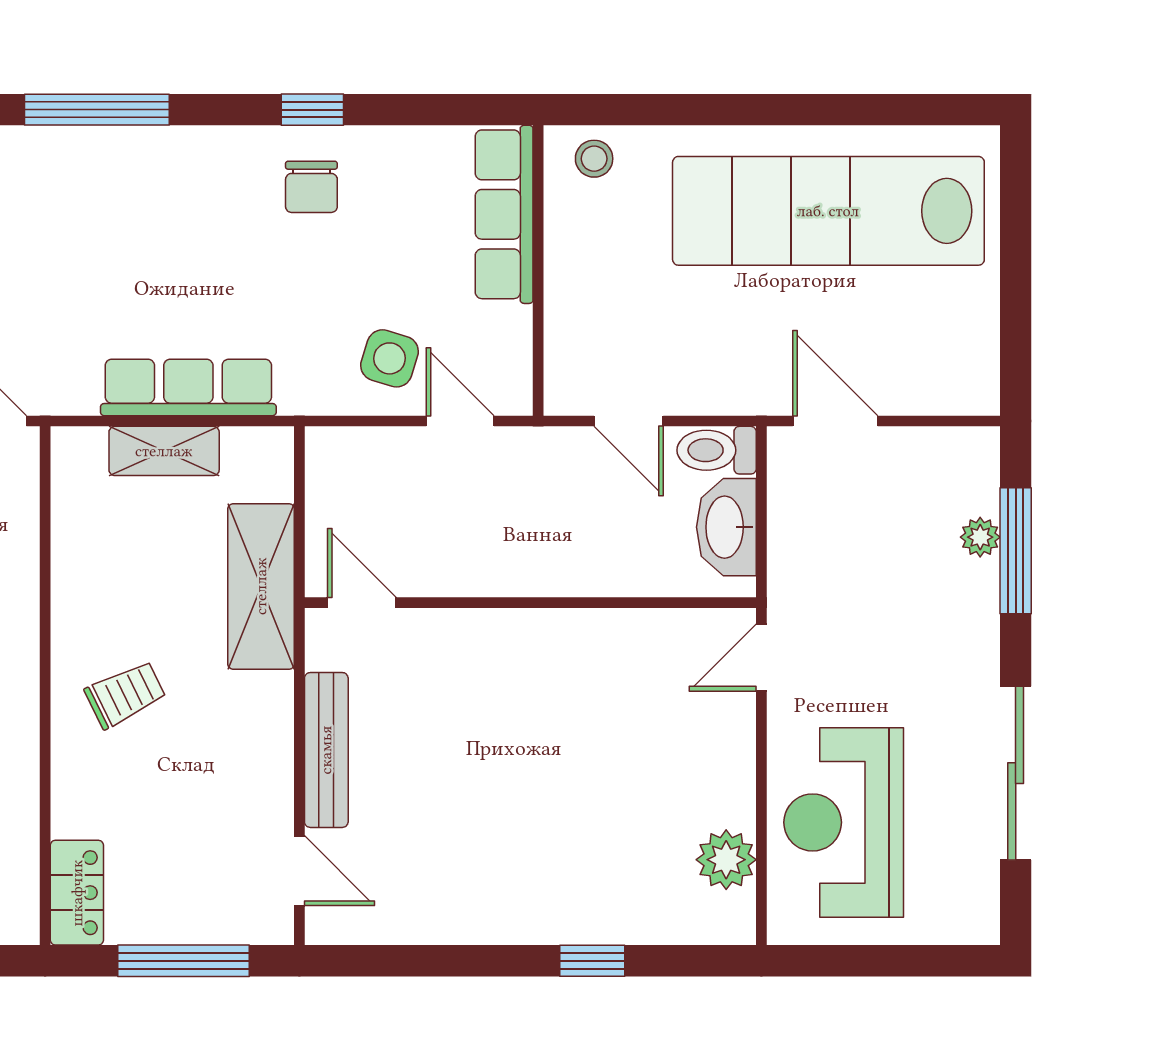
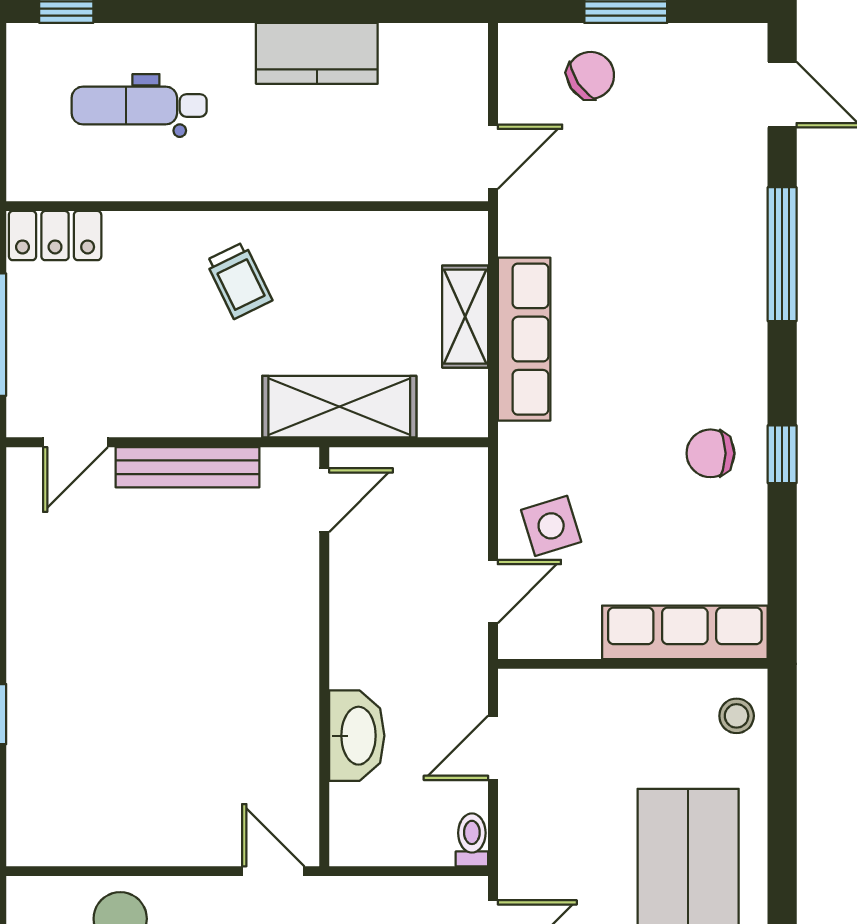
side table: (390, 358) -> (551, 526), turned -34
toilet: (717, 450) -> (472, 840), width x0.73, depth x0.72
washbasin: (726, 527) -> (357, 736), moved, turned 90
plant: (726, 860) -> (86, 838), removed

